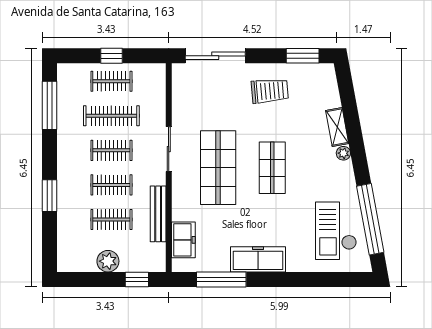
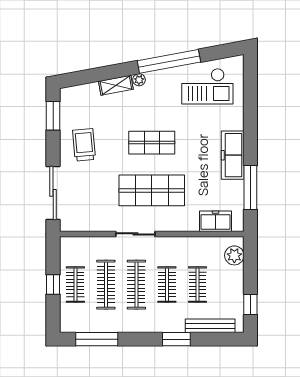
clothes rail: (111, 150) -> (136, 285), width x1.36
bench: (158, 214) -> (210, 326), moved
window: (370, 219) -> (169, 61), moved
plant: (108, 261) -> (234, 255), moved
window: (137, 279) -> (250, 305), moved

